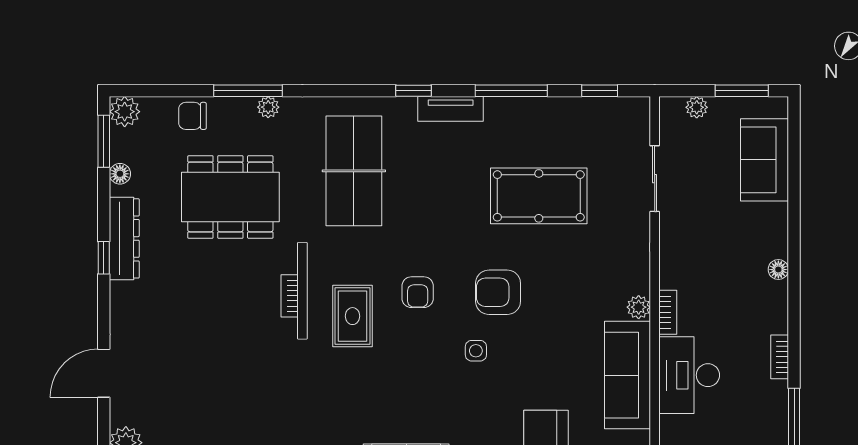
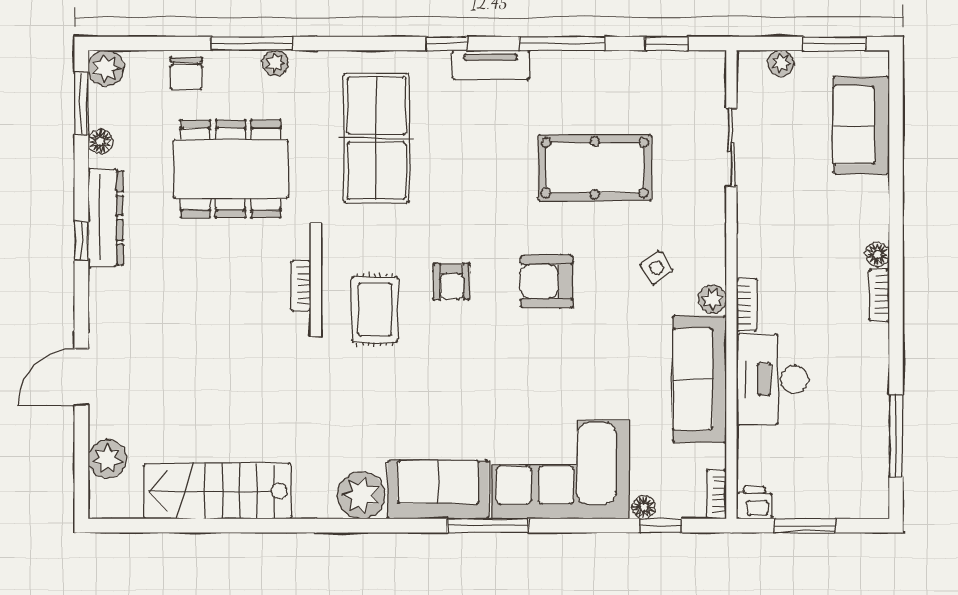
chair: (192, 116) -> (186, 73), turned -90
side table: (476, 351) -> (656, 268), moved, turned -35
bookcase: (780, 357) -> (879, 295), moved

